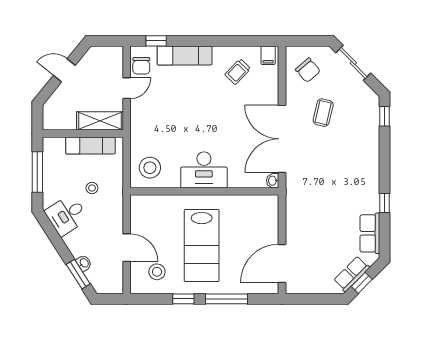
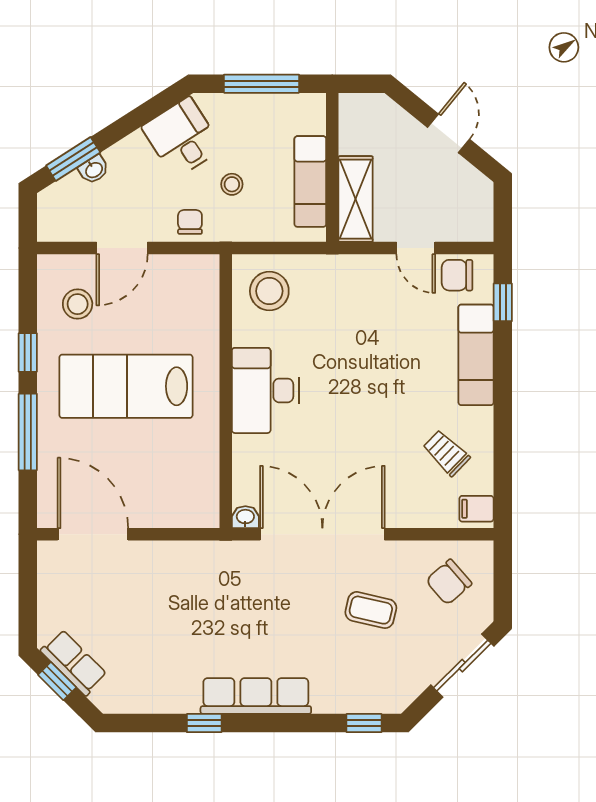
chair: (112, 211) -> (190, 222), added
row of seats: (370, 233) -> (256, 696), moved, width x1.48

